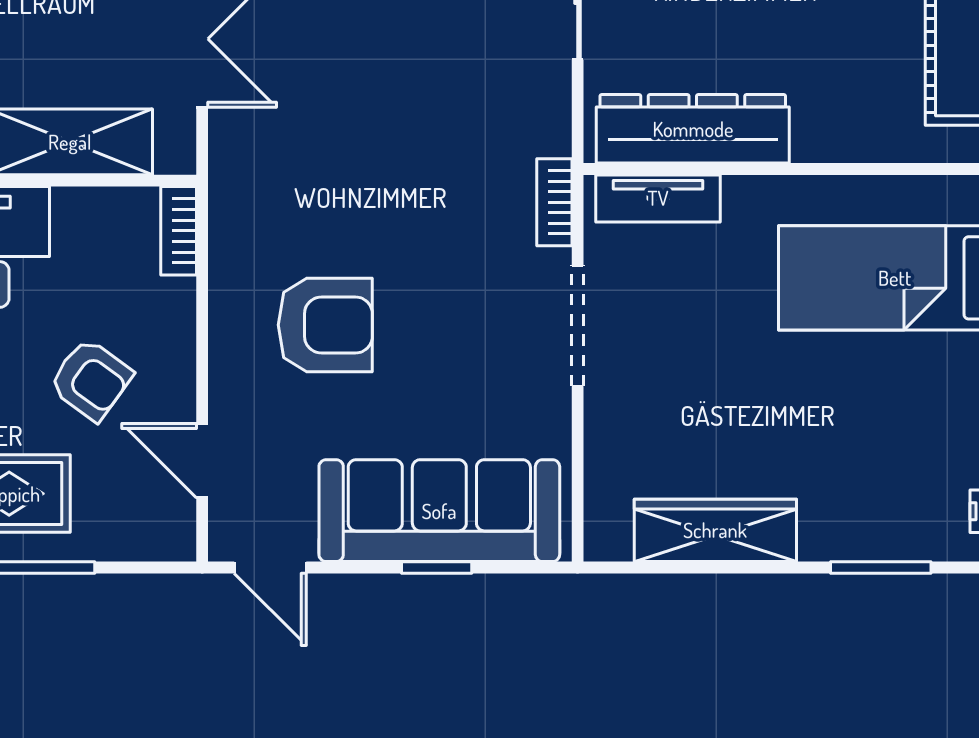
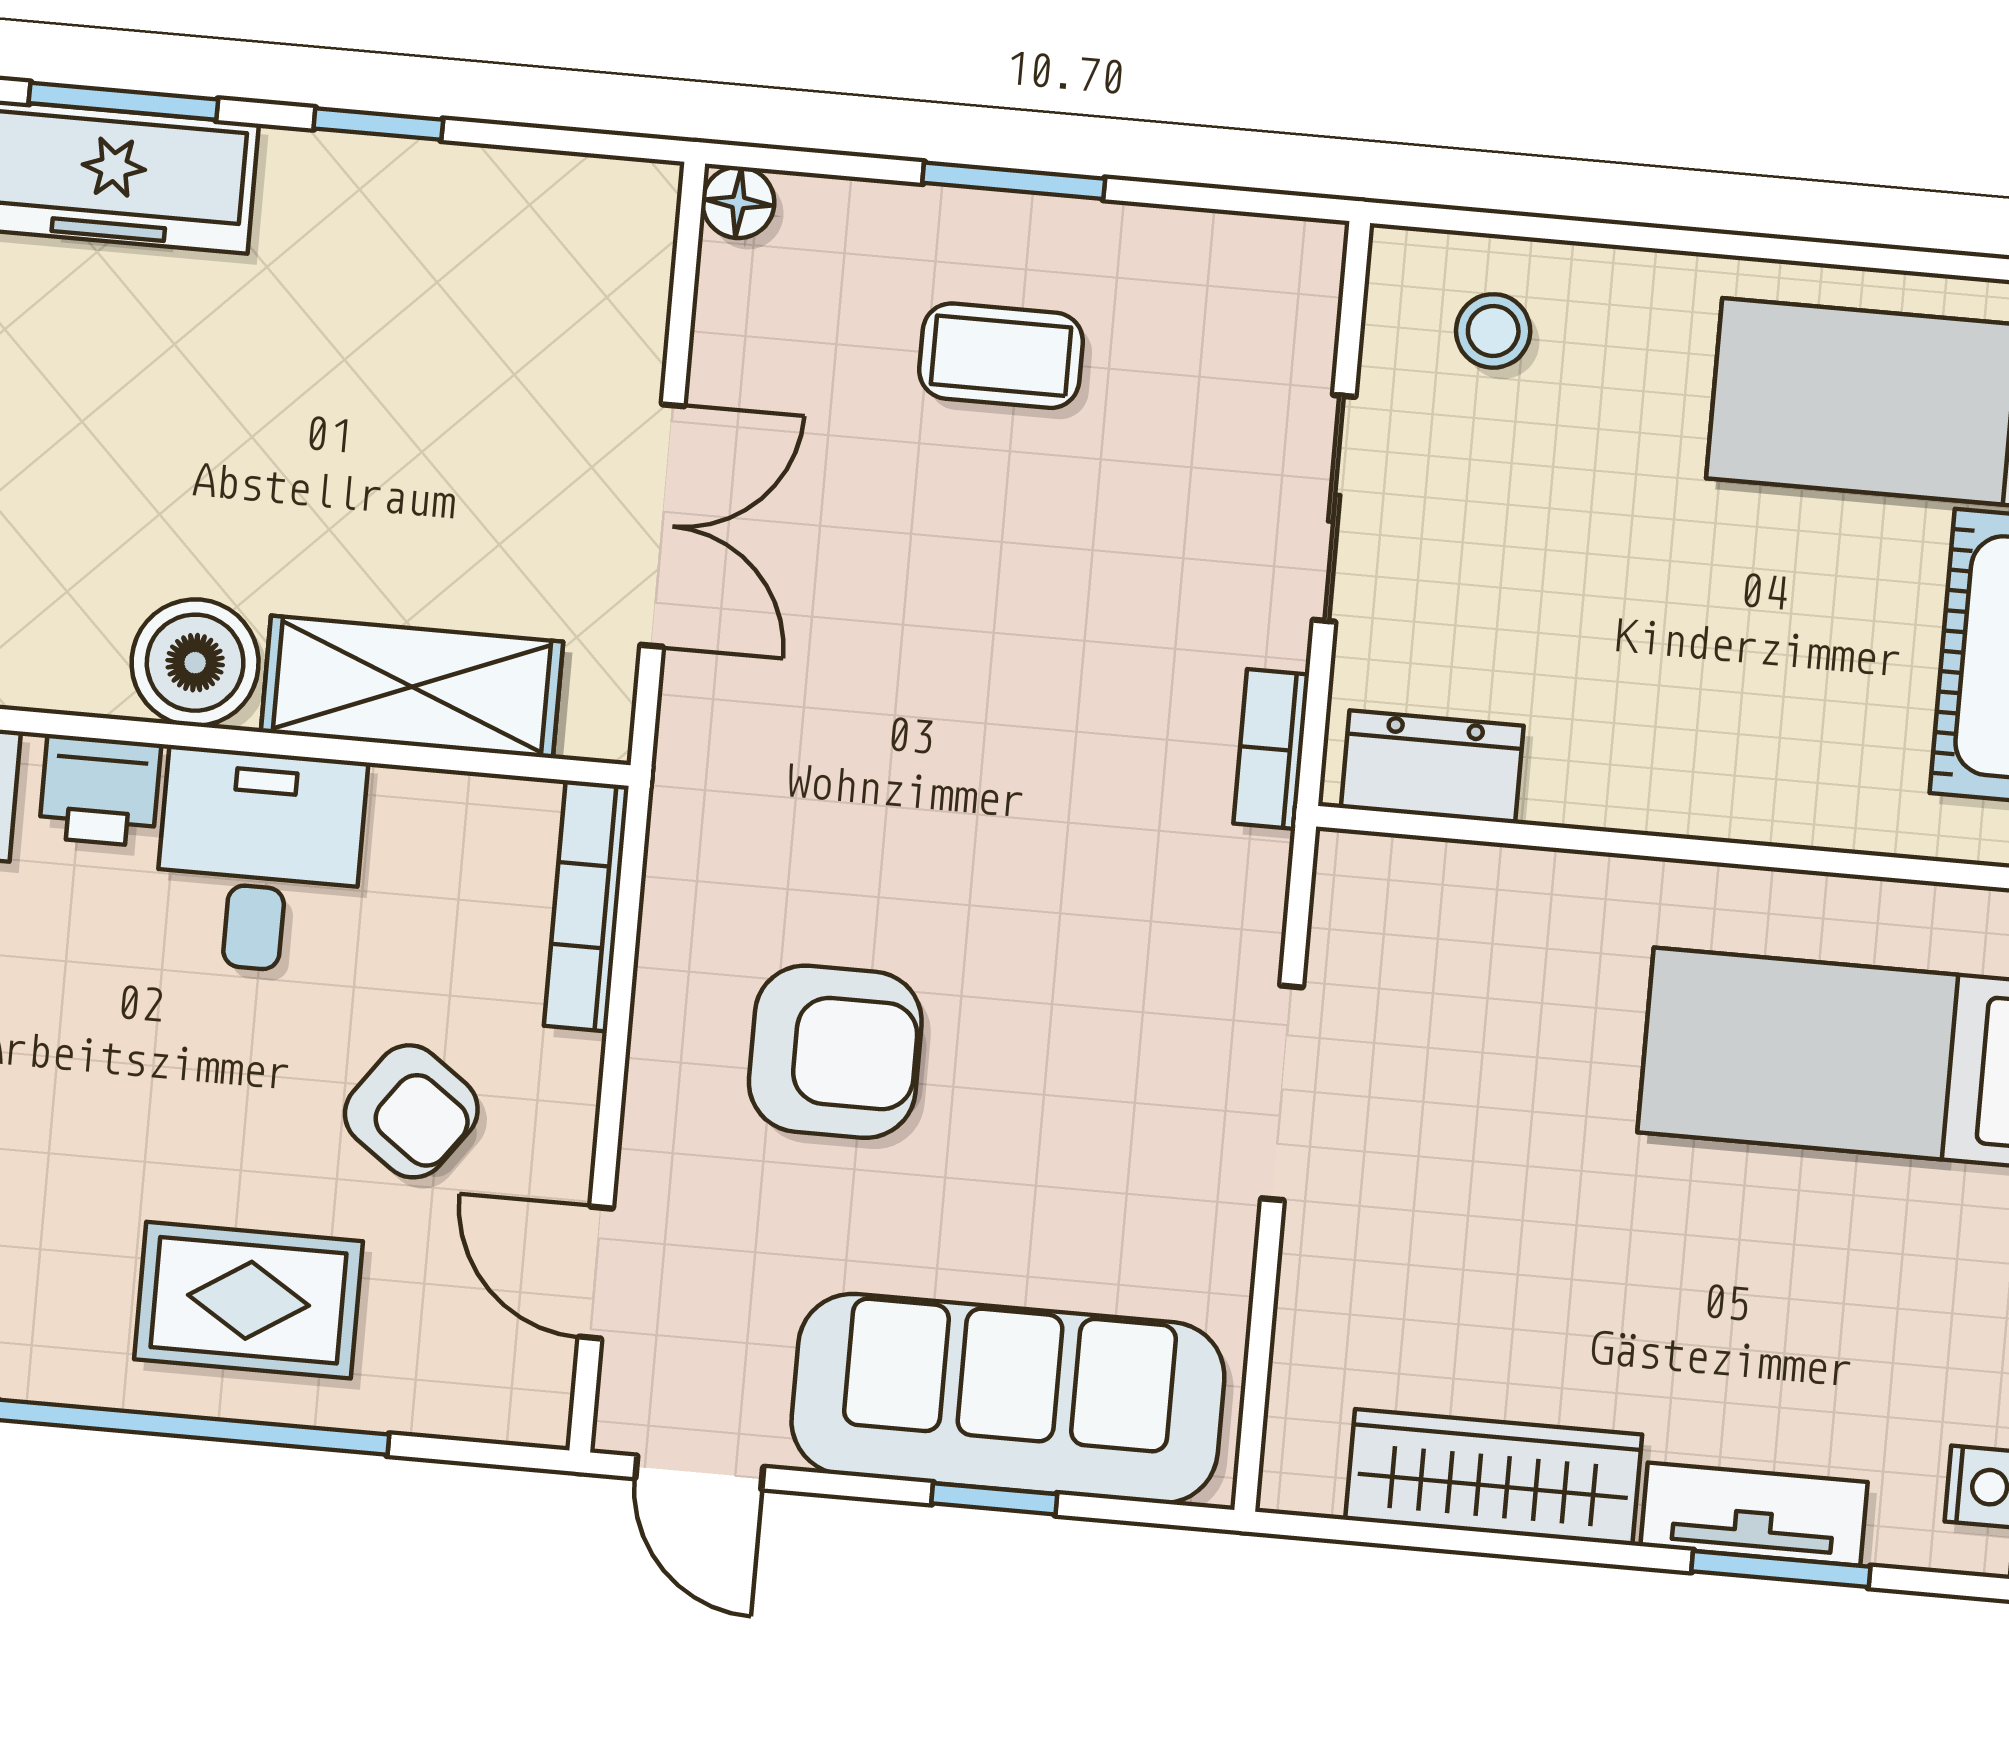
dresser: (693, 129) -> (1432, 767), width x0.51, depth x0.80
tv unit: (658, 198) -> (1754, 1514), moved, turned 180
bookcase: (554, 202) -> (1271, 749), moved
bookcase: (179, 231) -> (586, 906), width x1.56

